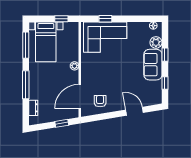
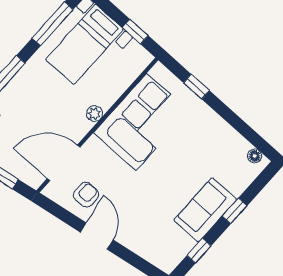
corner sofa: (105, 37) -> (141, 122), moved, turned -90
plant: (156, 42) -> (237, 183), removed
door: (134, 111) -> (97, 236), moved

